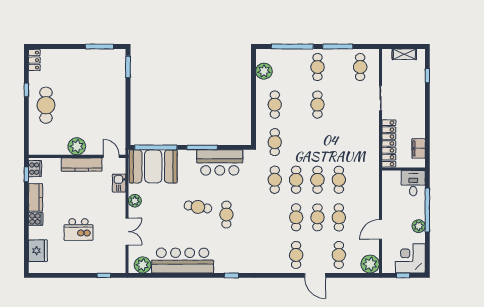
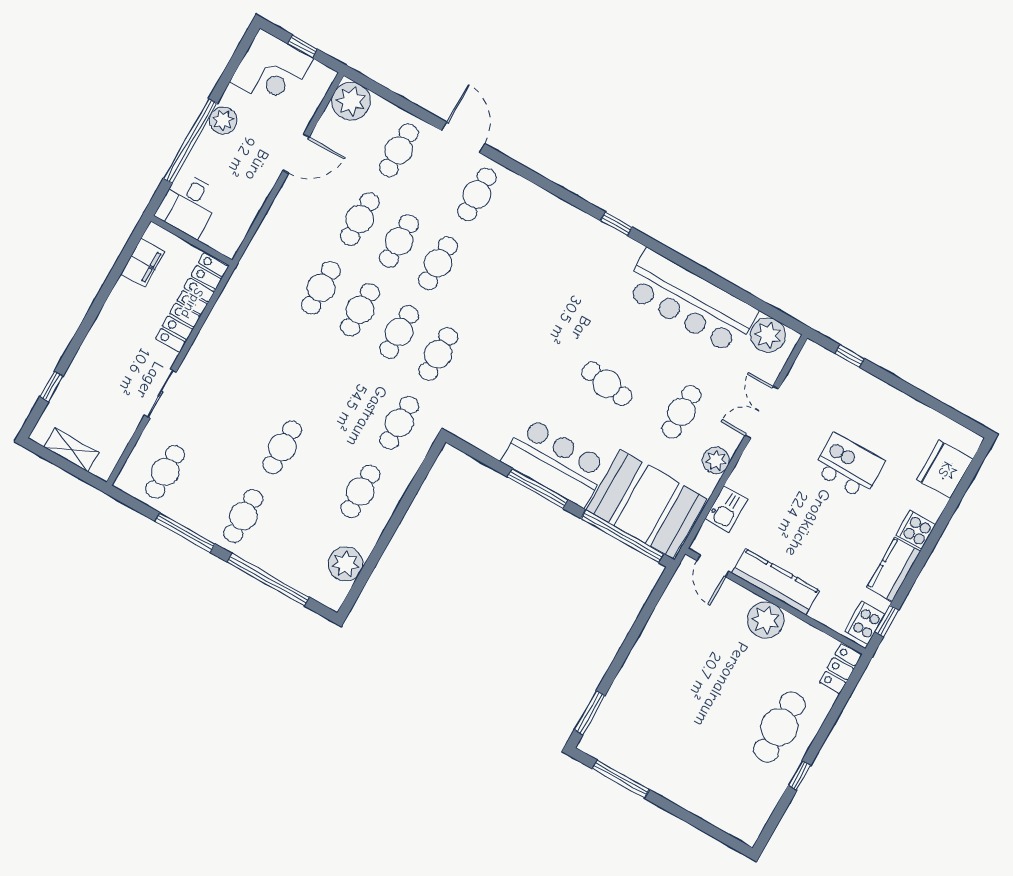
locker: (34, 60) -> (840, 669), moved
bar counter: (220, 162) -> (555, 462), moved
cafe table: (226, 214) -> (681, 412), moved

